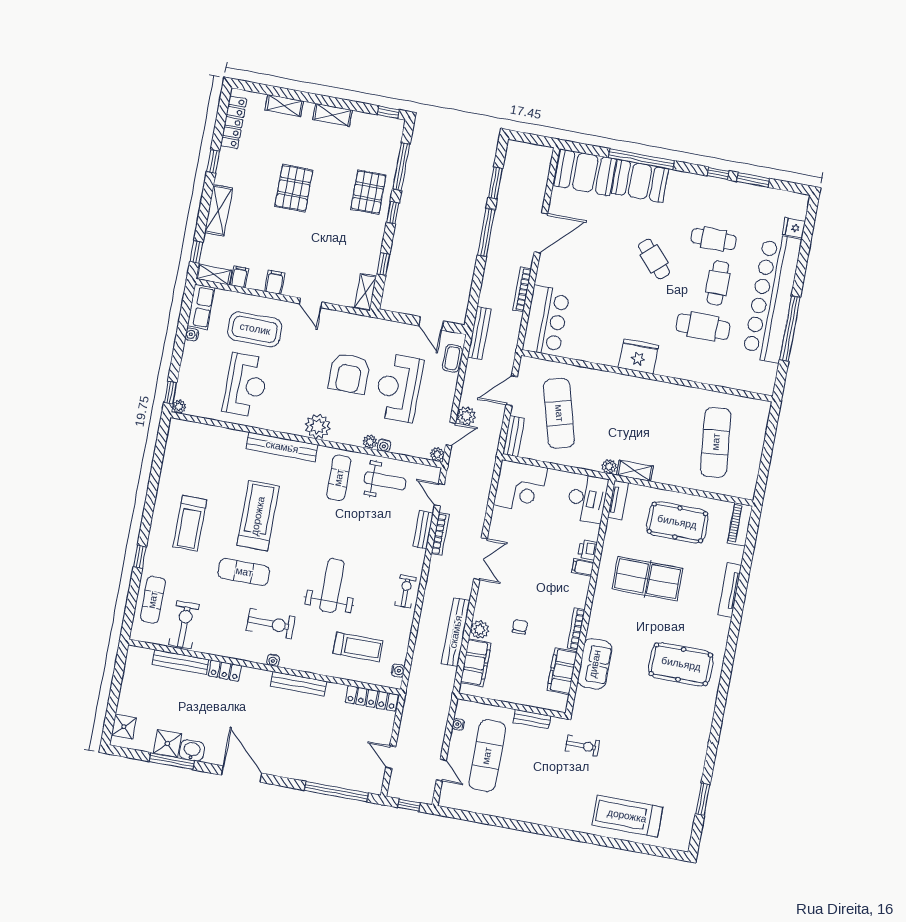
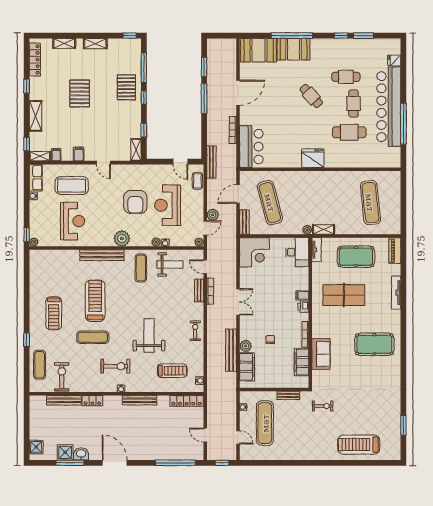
printer: (588, 550) -> (303, 307), moved

